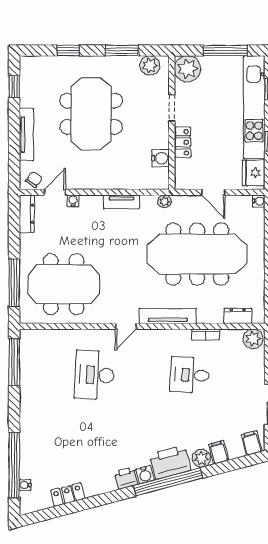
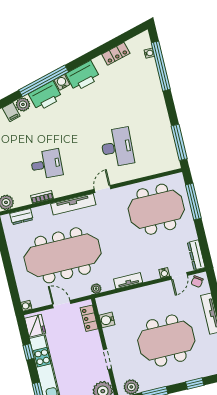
meeting table: (91, 114) -> (166, 341), turned 90
locker: (182, 142) -> (89, 318), moved
printer: (126, 478) -> (83, 76), width x1.87, depth x1.48

